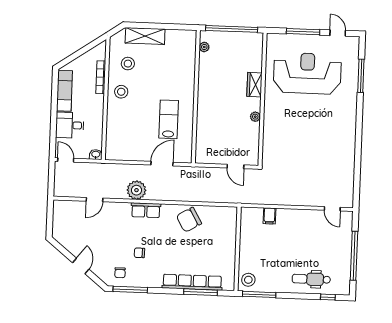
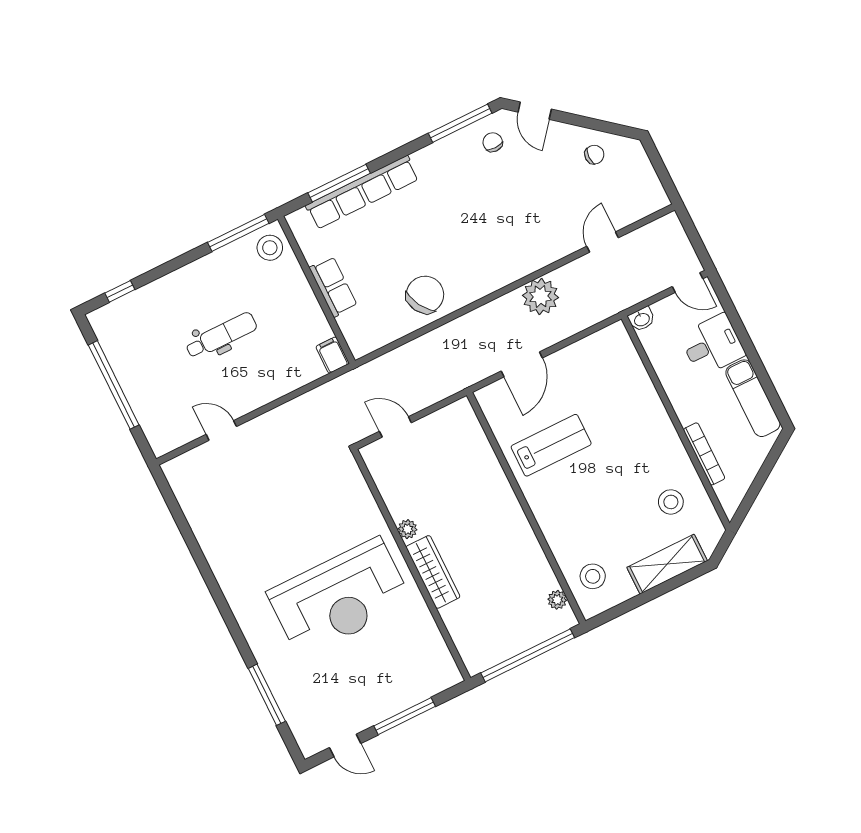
reception desk: (307, 73) -> (340, 598), moved
wardrobe: (254, 85) -> (433, 572), width x1.50
stool: (121, 92) -> (593, 576), moved
lab bench: (169, 119) -> (551, 445), turned -90
door: (332, 209) -> (221, 430), moved
row of seats: (146, 210) -> (333, 287), moved, turned 90
filing cabinet: (269, 216) -> (332, 355), moved
chair: (139, 253) -> (594, 155), moved
door: (81, 266) -> (535, 111), moved
dental chair: (311, 279) -> (221, 336), moved

